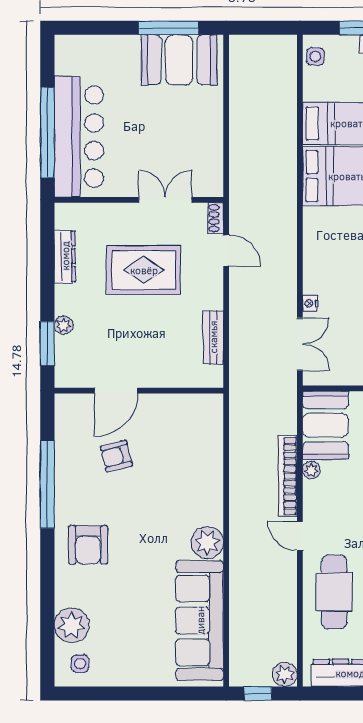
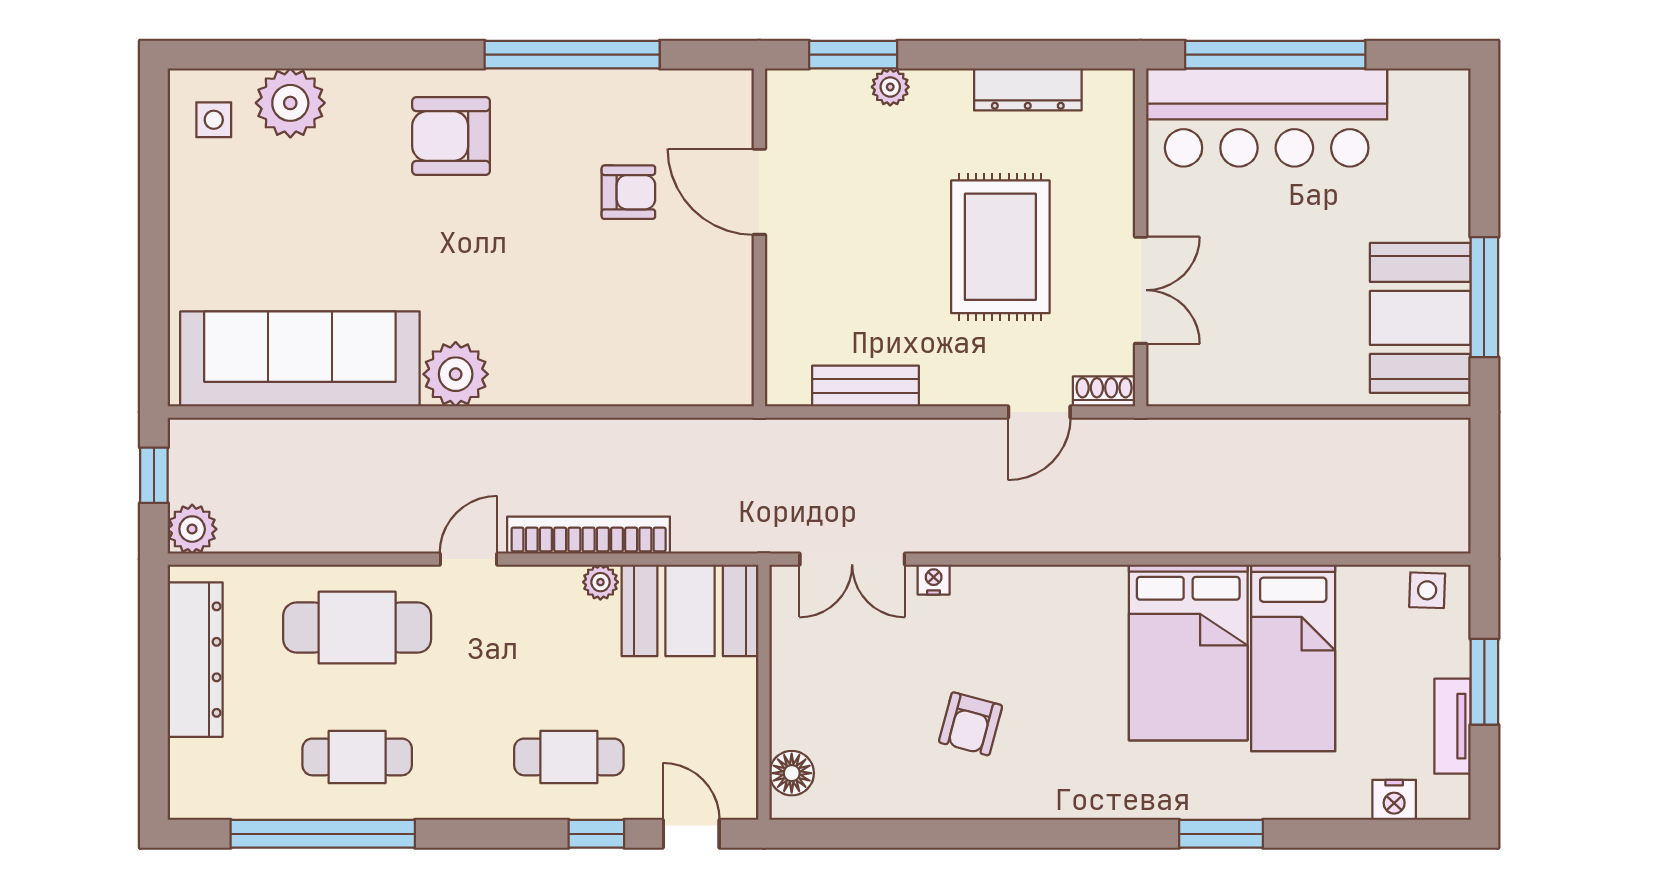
armchair: (116, 456) -> (628, 192), turned 104

